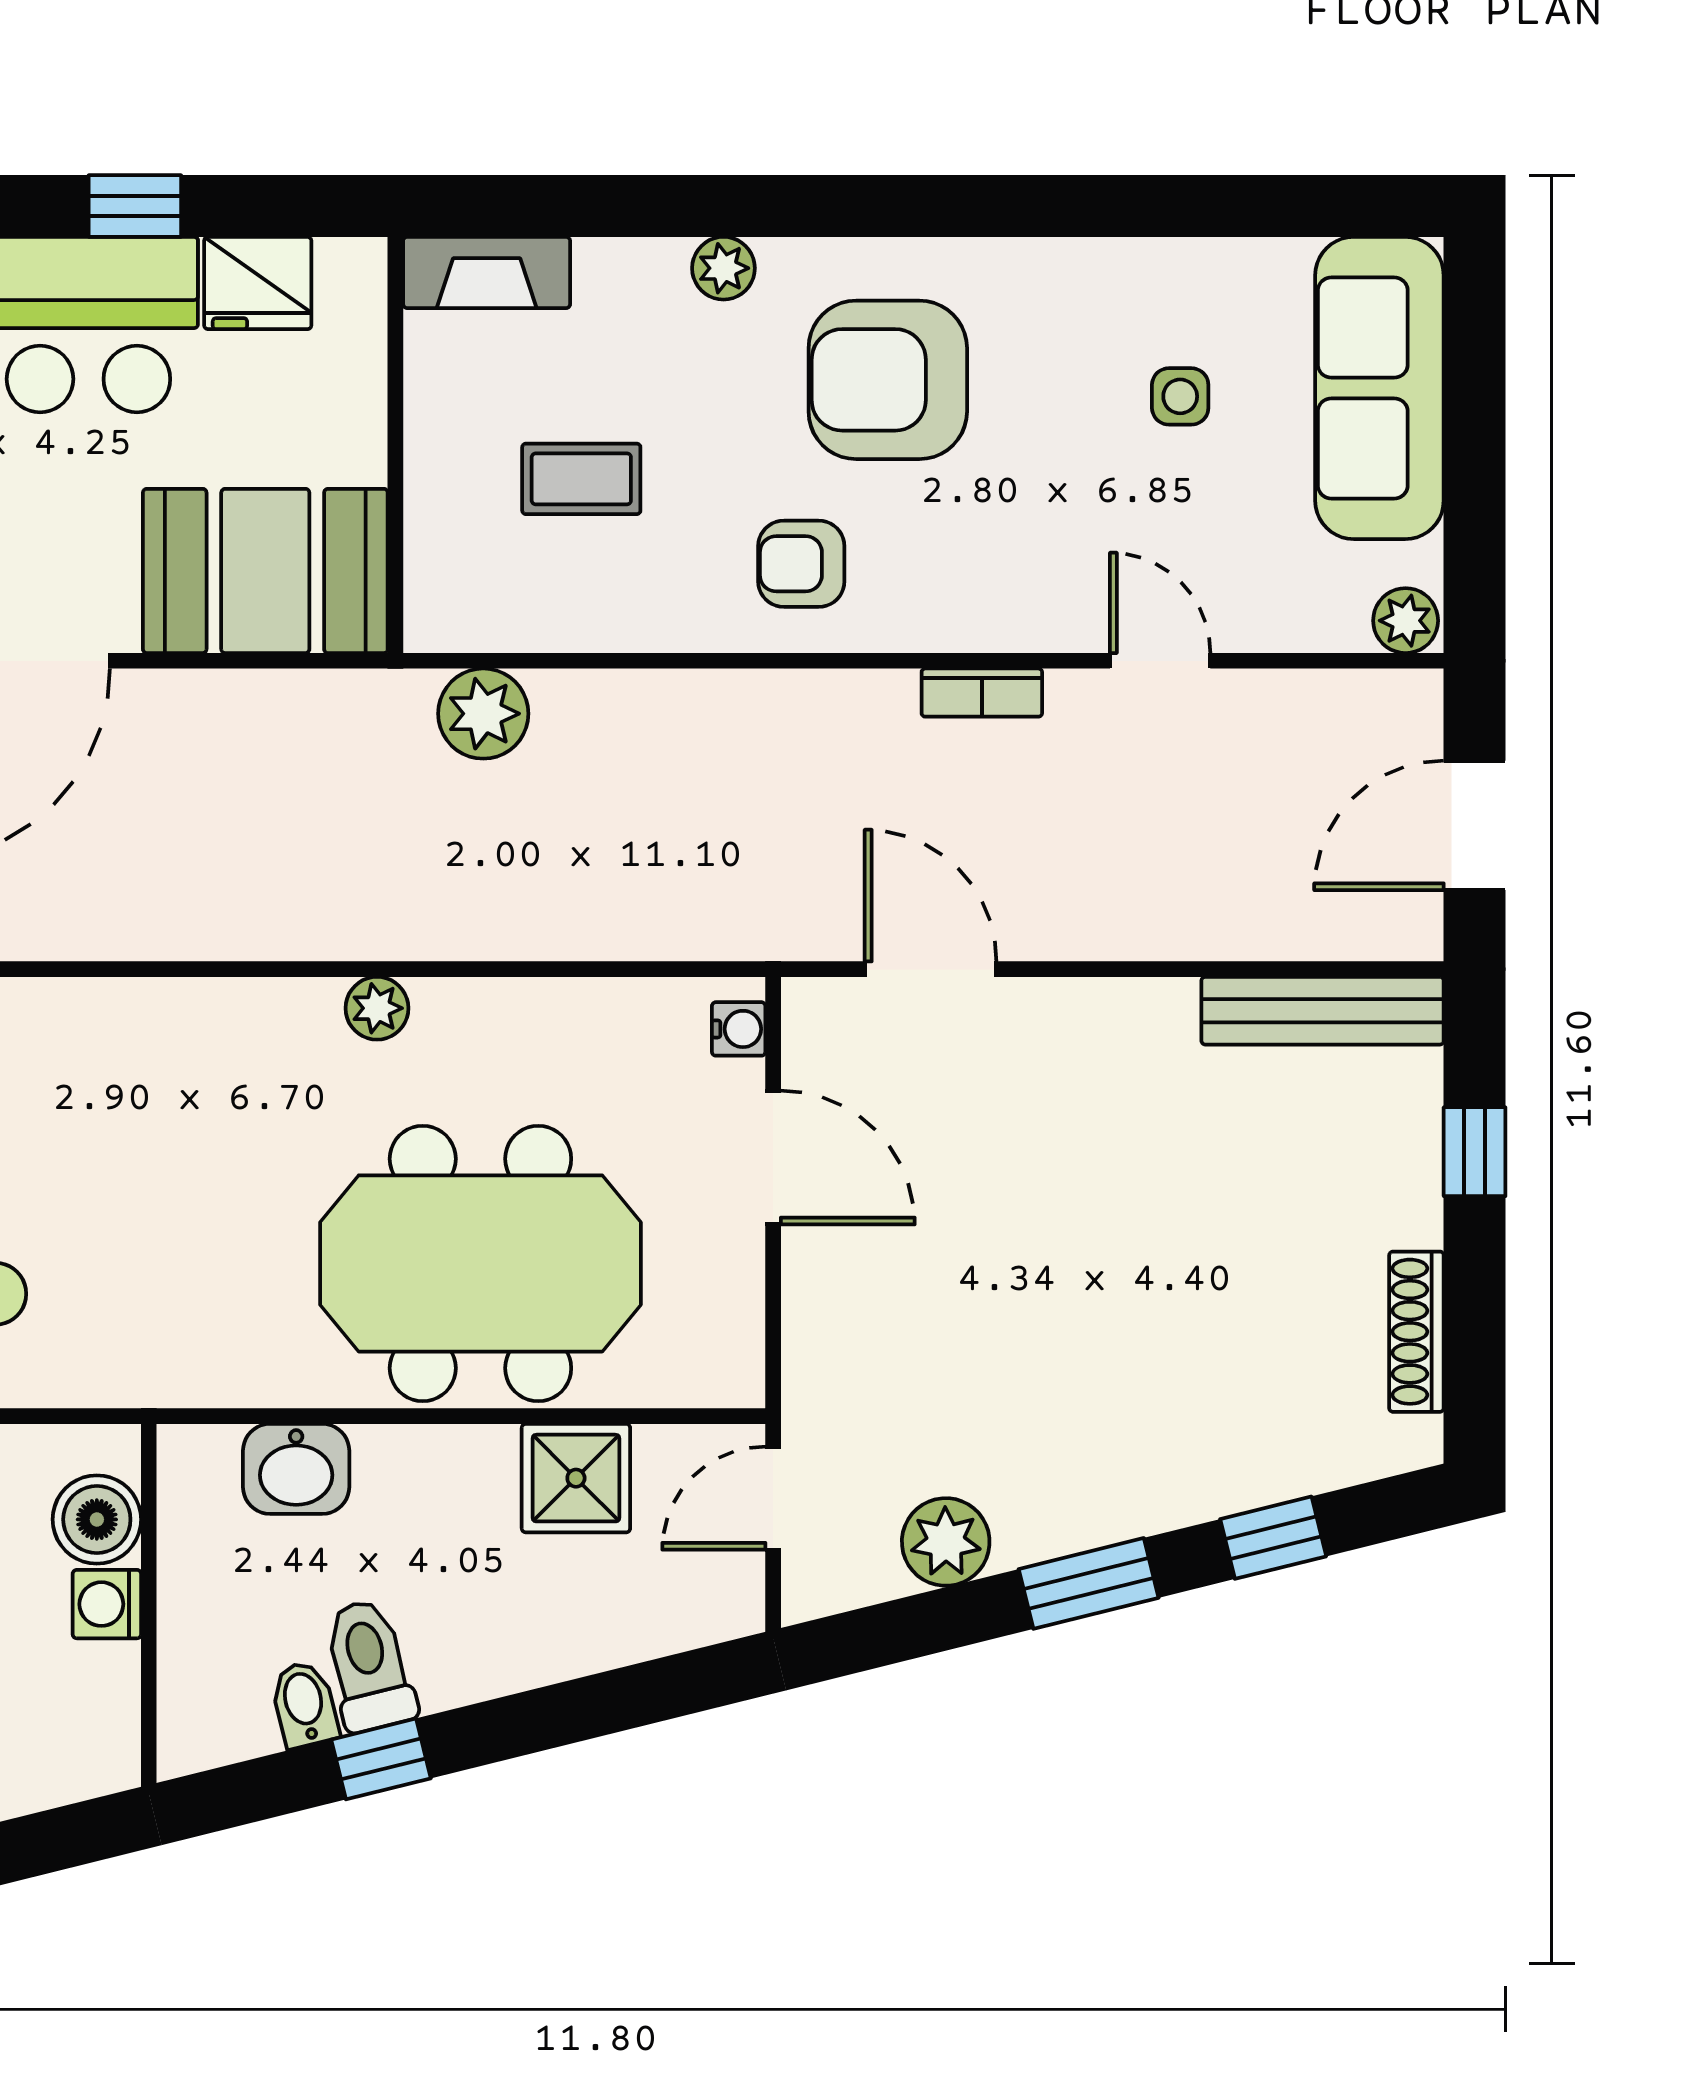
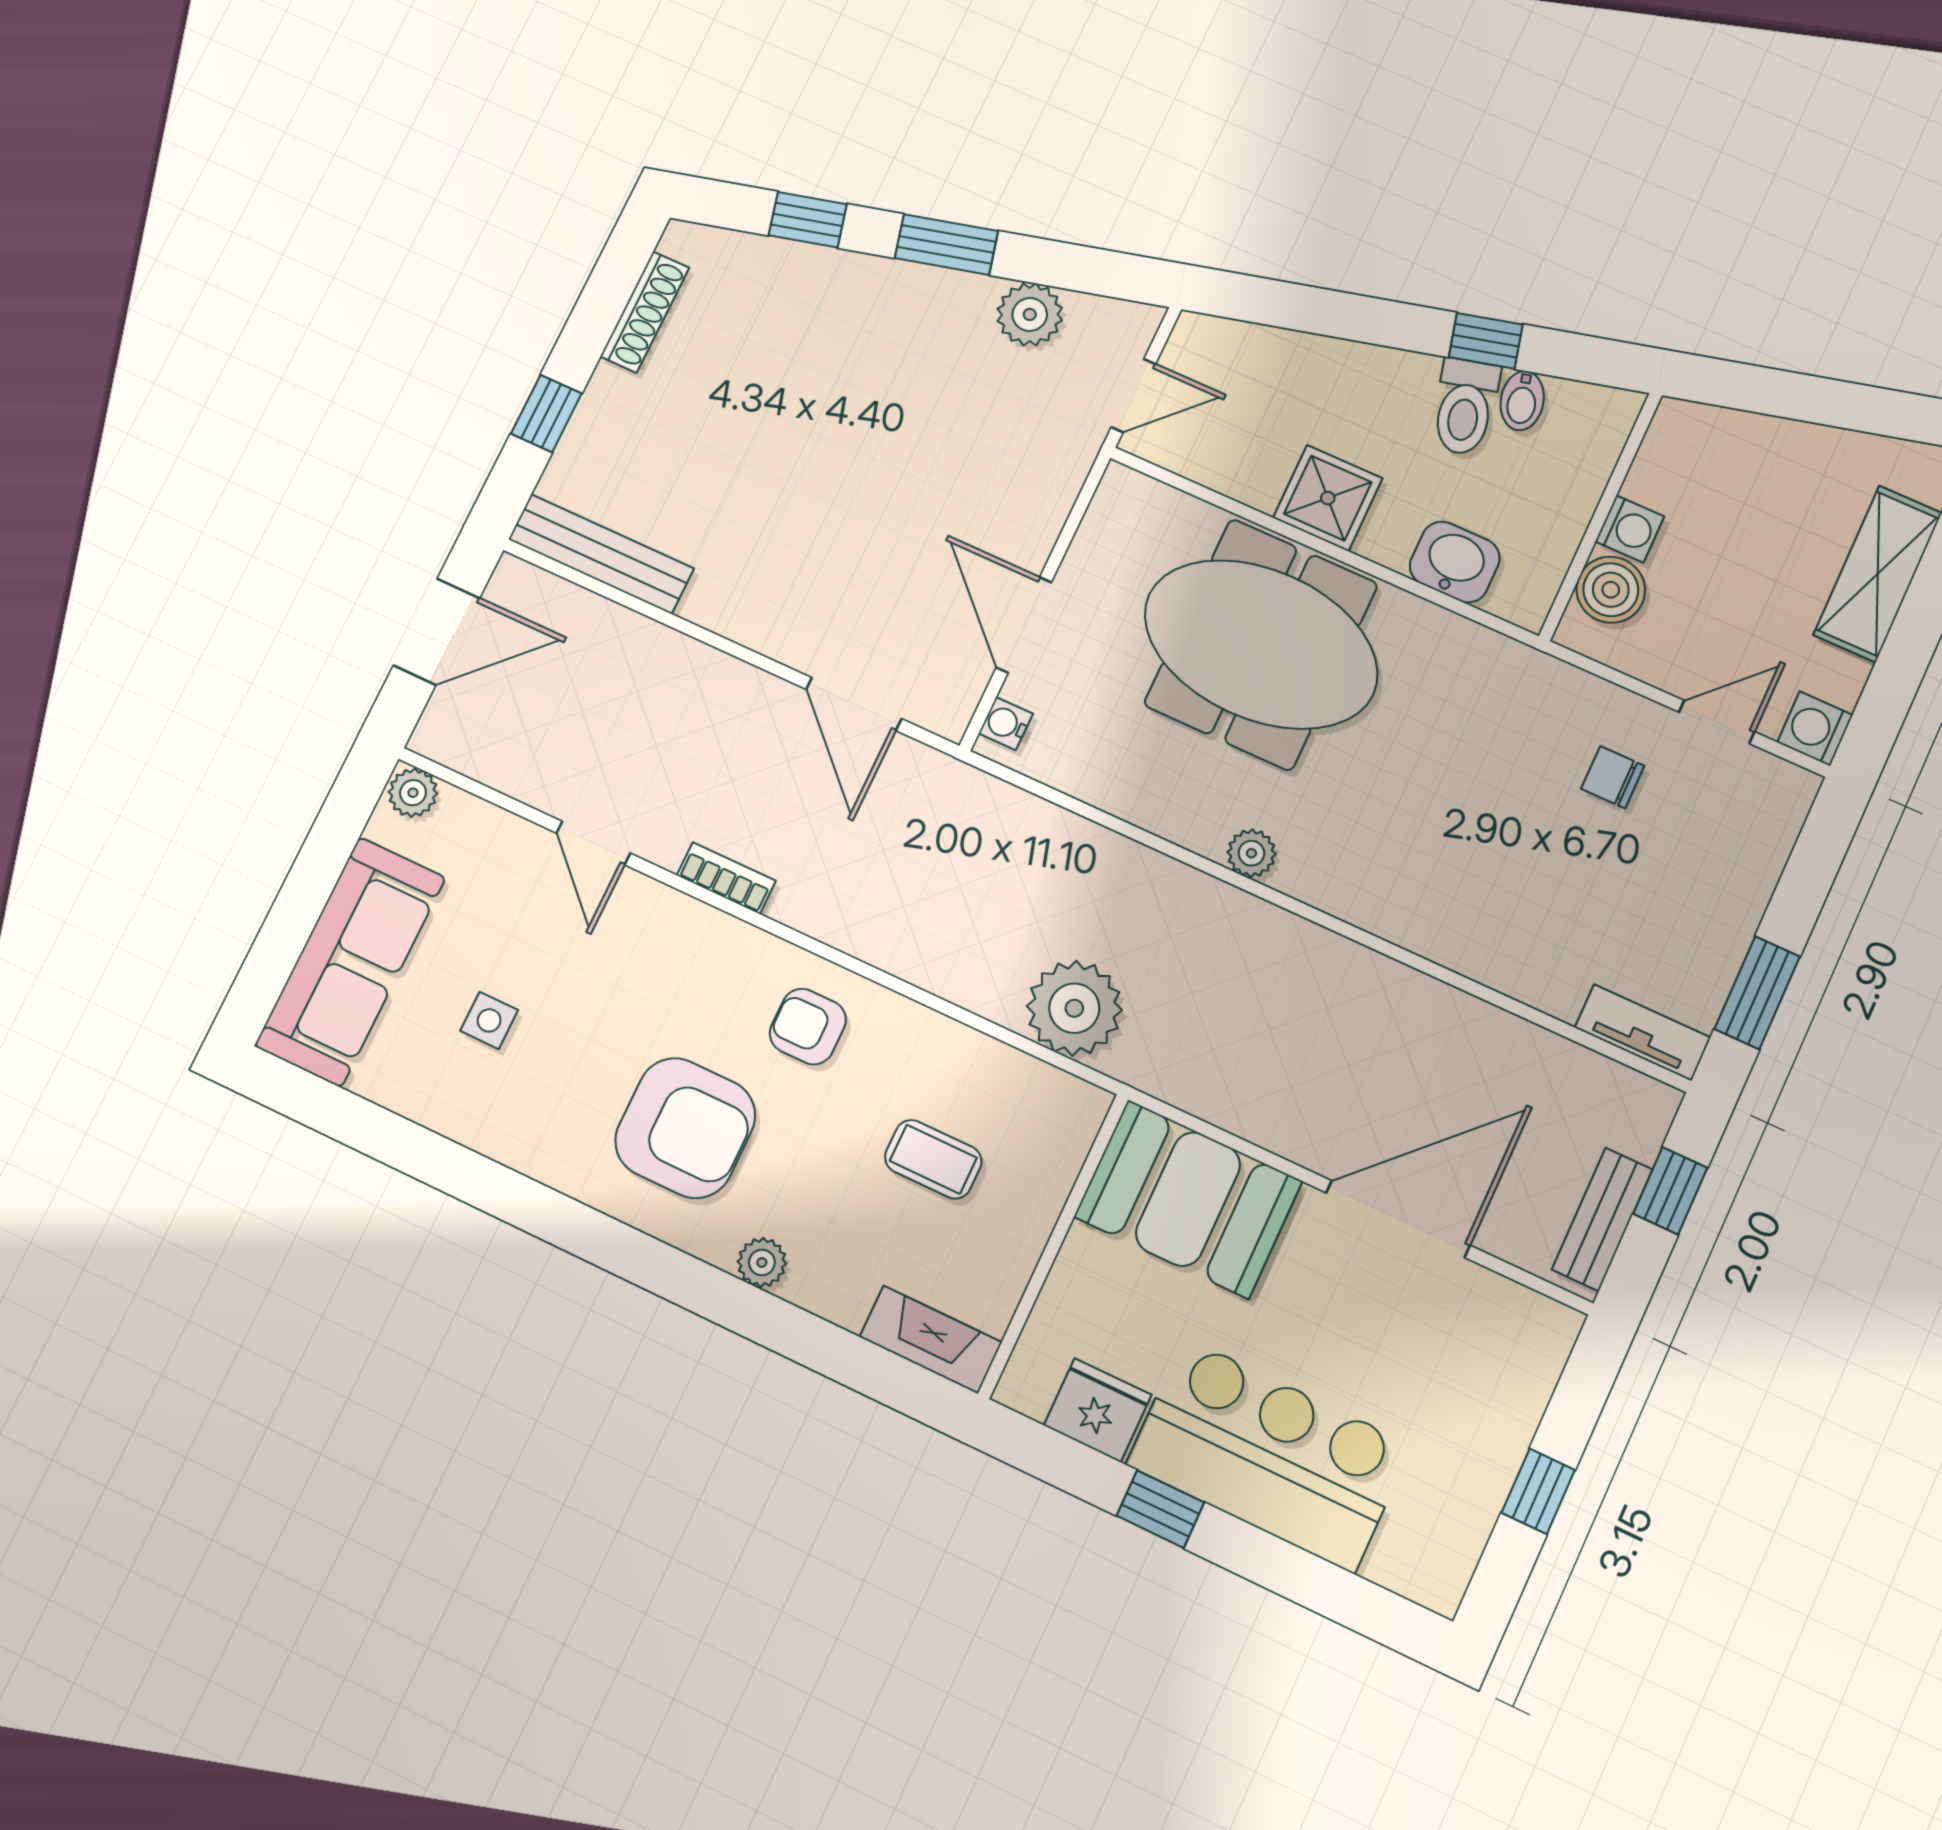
armchair: (801, 564) -> (808, 1027), turned 180
plant: (483, 714) -> (1074, 1008), width x1.36, depth x1.36
shower: (576, 1478) -> (1328, 498), moved

